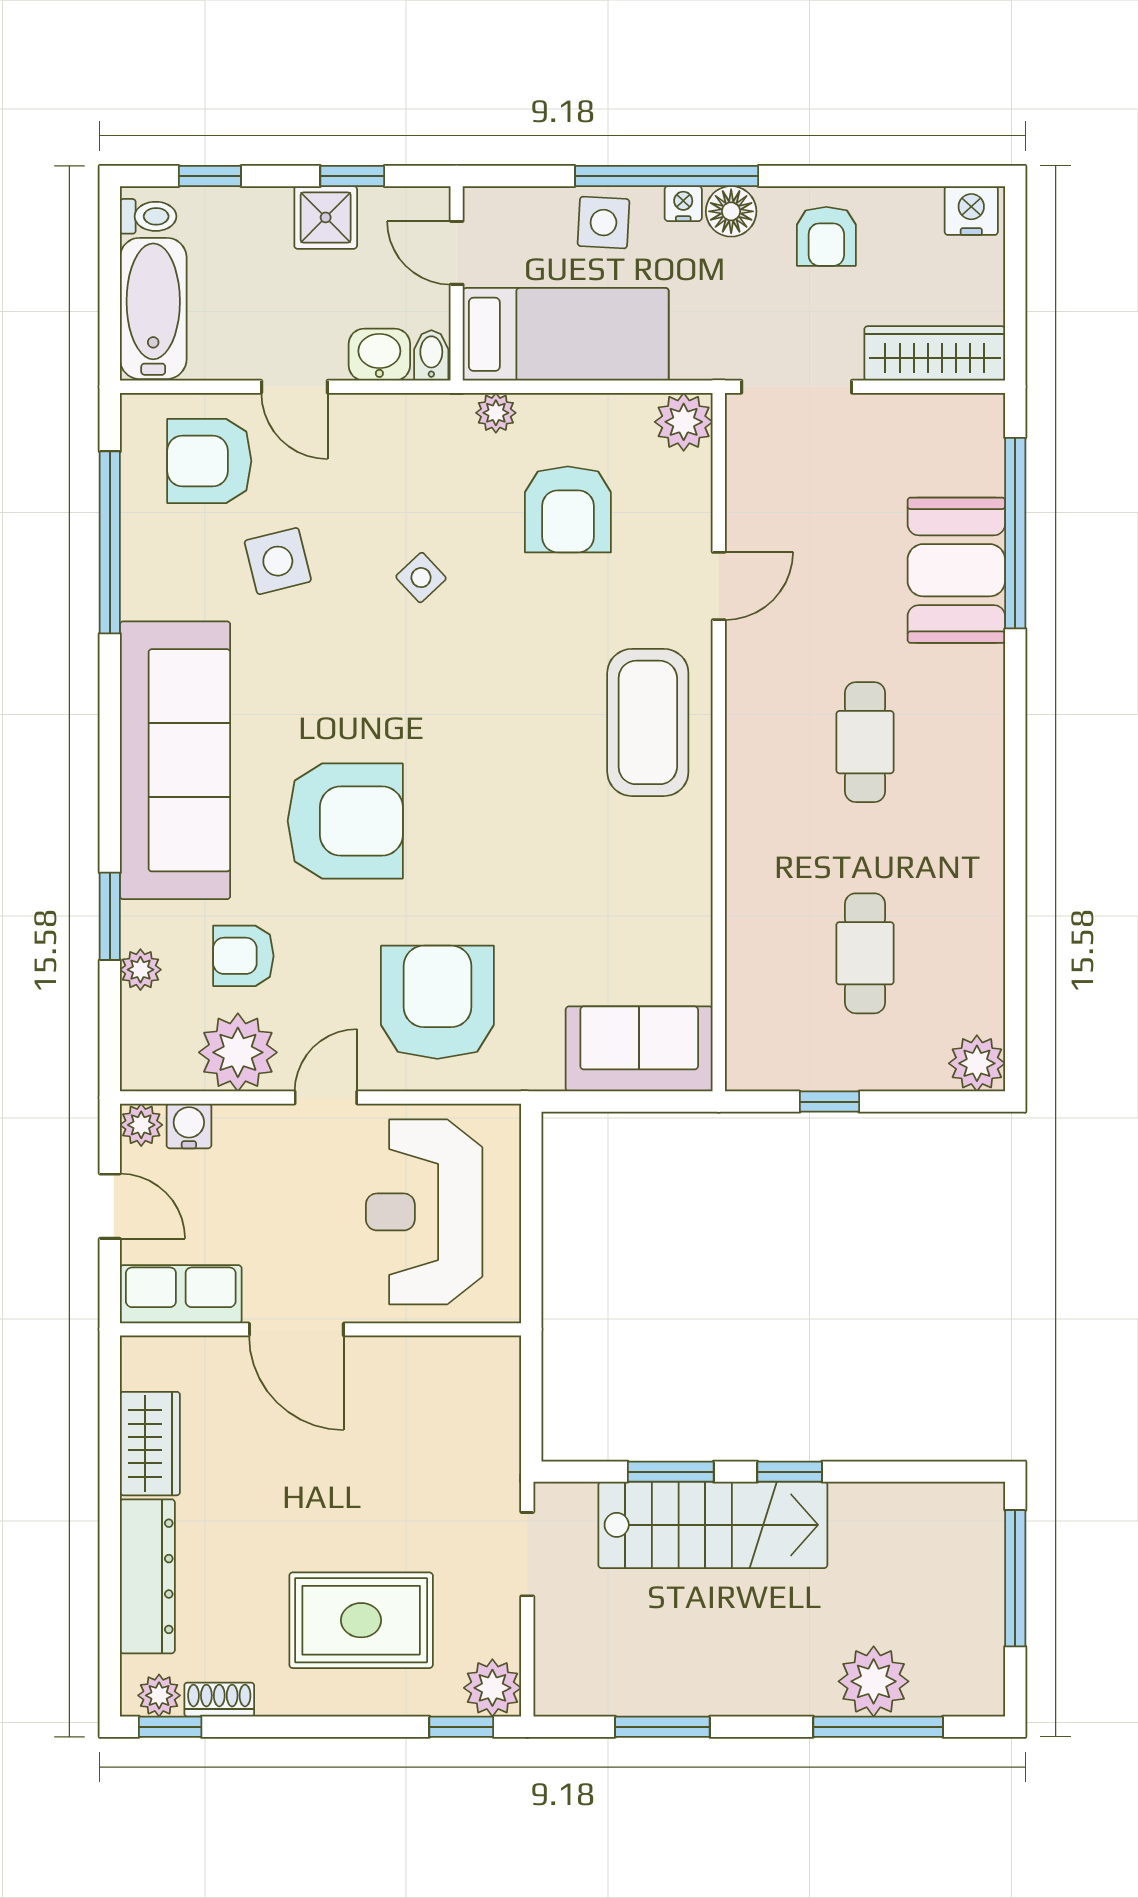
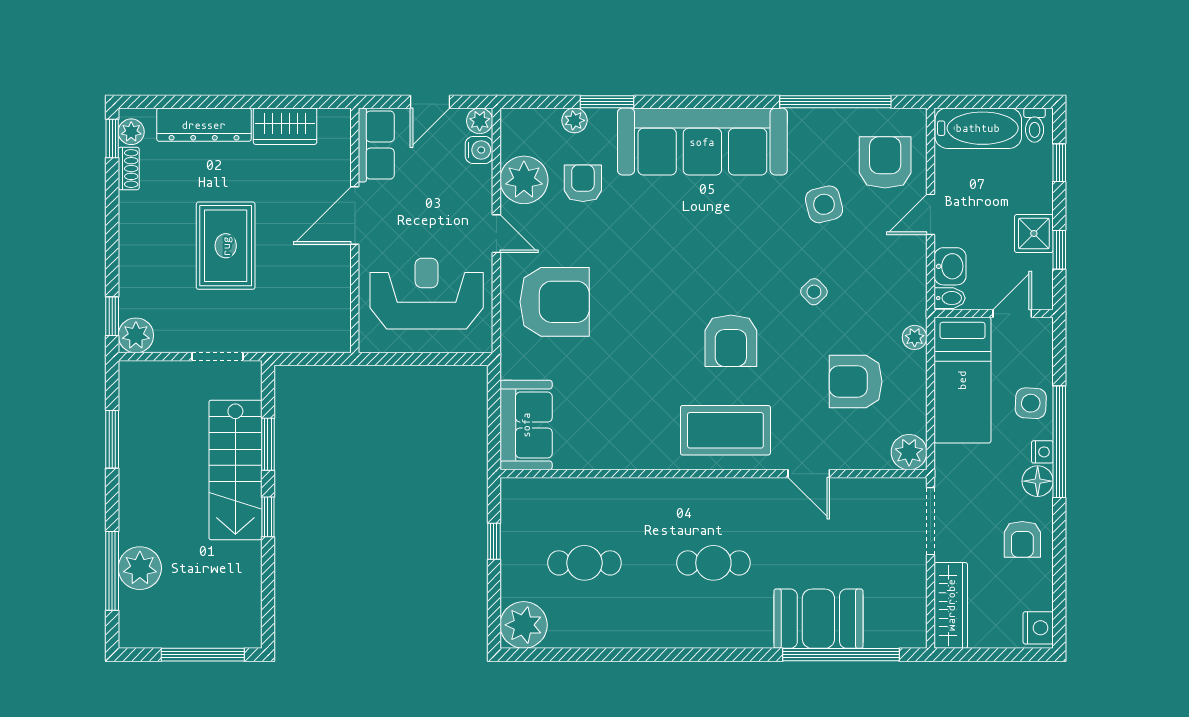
armchair: (826, 236) -> (1022, 539), turned -90
armchair: (345, 821) -> (731, 341), moved, width x0.73, depth x0.73
plant: (977, 1063) -> (524, 625), width x1.36, depth x1.36
rug: (361, 1620) -> (226, 246), moved

